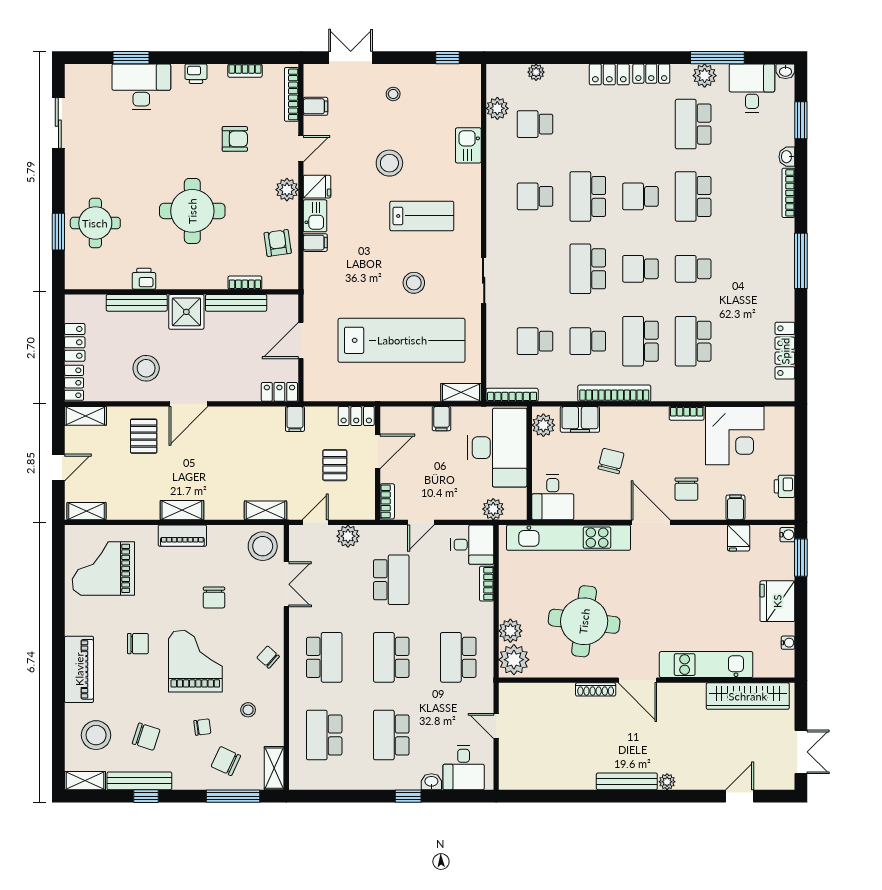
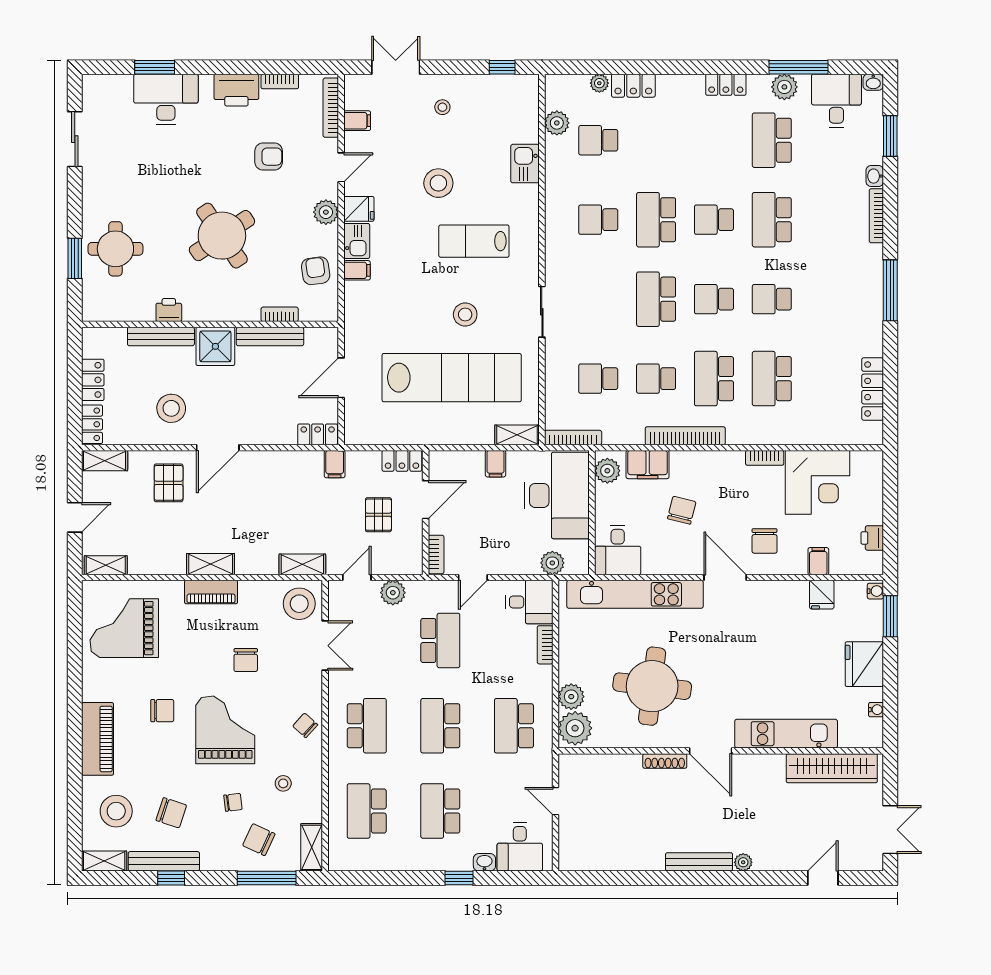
printer: (196, 74) -> (236, 90), width x1.87, depth x1.48
locker: (609, 74) -> (633, 86), moved
round table: (192, 211) -> (222, 236), turned -34
lab bench: (422, 216) -> (474, 241), turned 180

